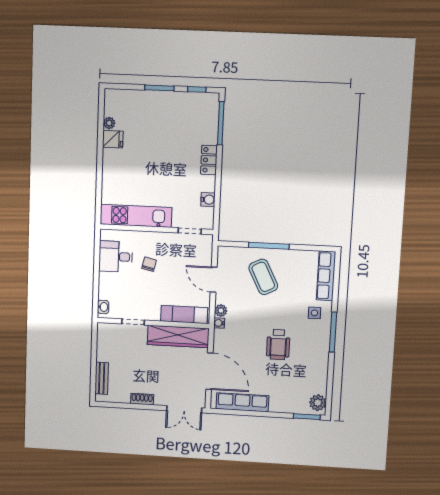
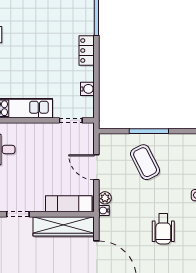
chair: (149, 264) -> (32, 155), removed

